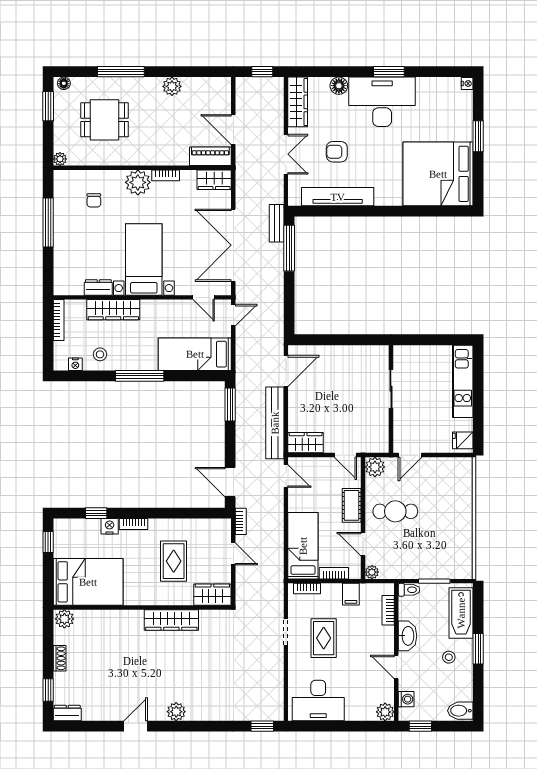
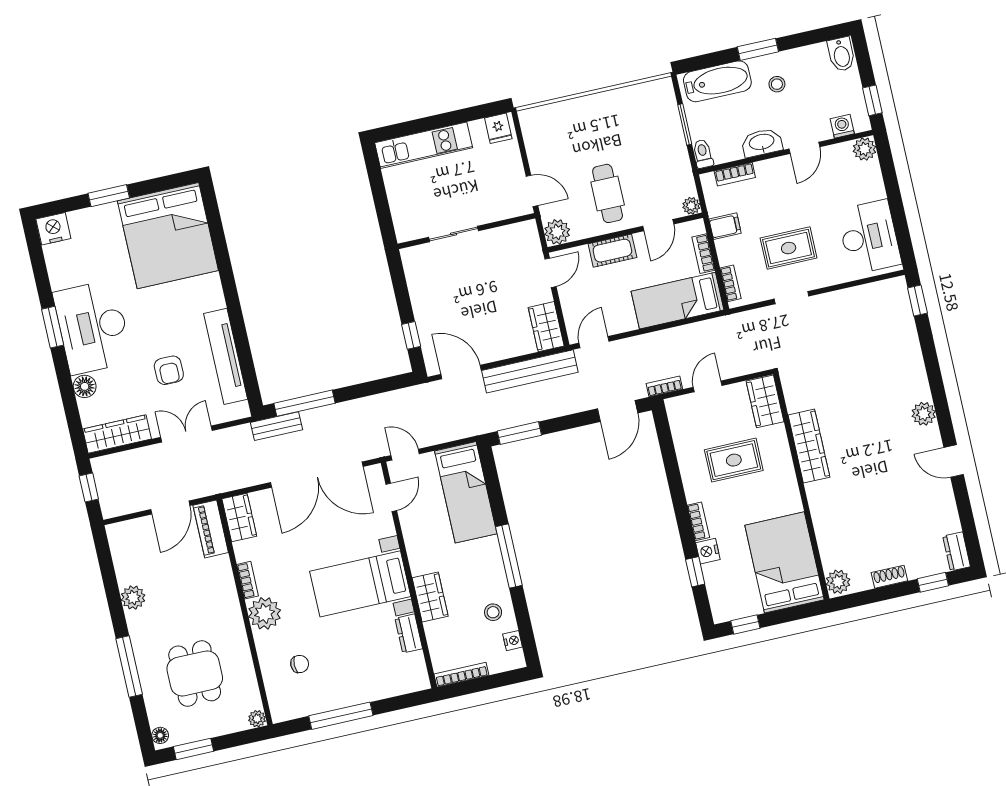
nightstand: (467, 84) -> (53, 229), width x1.89, depth x1.79
wardrobe: (113, 310) -> (430, 597), width x0.67
window: (322, 340) -> (411, 335), added

